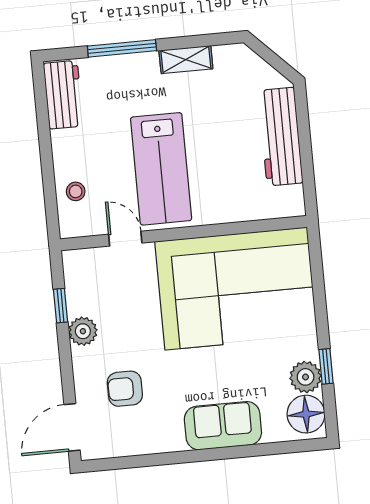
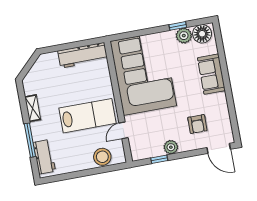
workbench: (63, 95) -> (44, 157), moved, turned 90
workbench: (281, 137) -> (83, 55), moved
stool: (76, 191) -> (102, 157), width x1.89, depth x1.89

